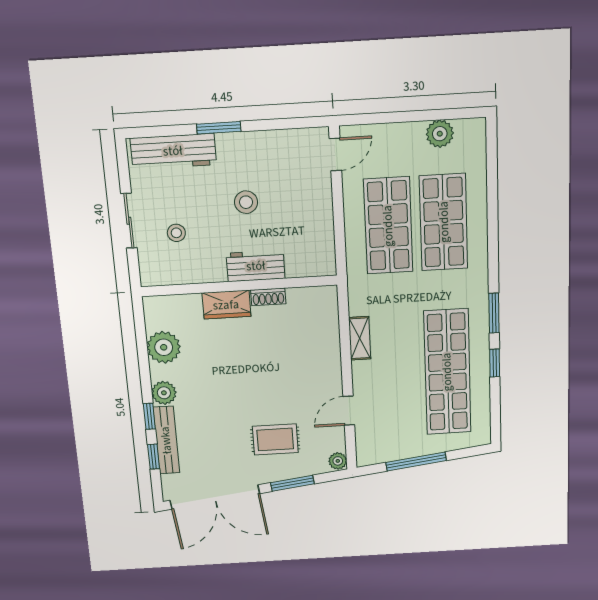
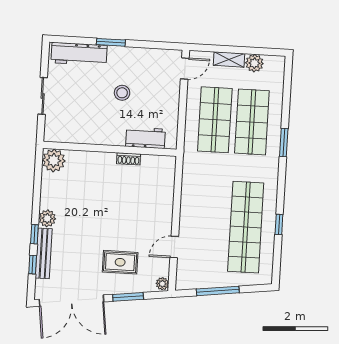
stool: (176, 233) -> (73, 108), removed
workbench: (256, 266) -> (145, 138), moved
wardrobe: (226, 305) -> (99, 161), removed
window: (494, 313) -> (284, 143), moved
shelving: (360, 338) -> (229, 59), moved, turned 90
plant: (164, 347) -> (54, 160), moved

